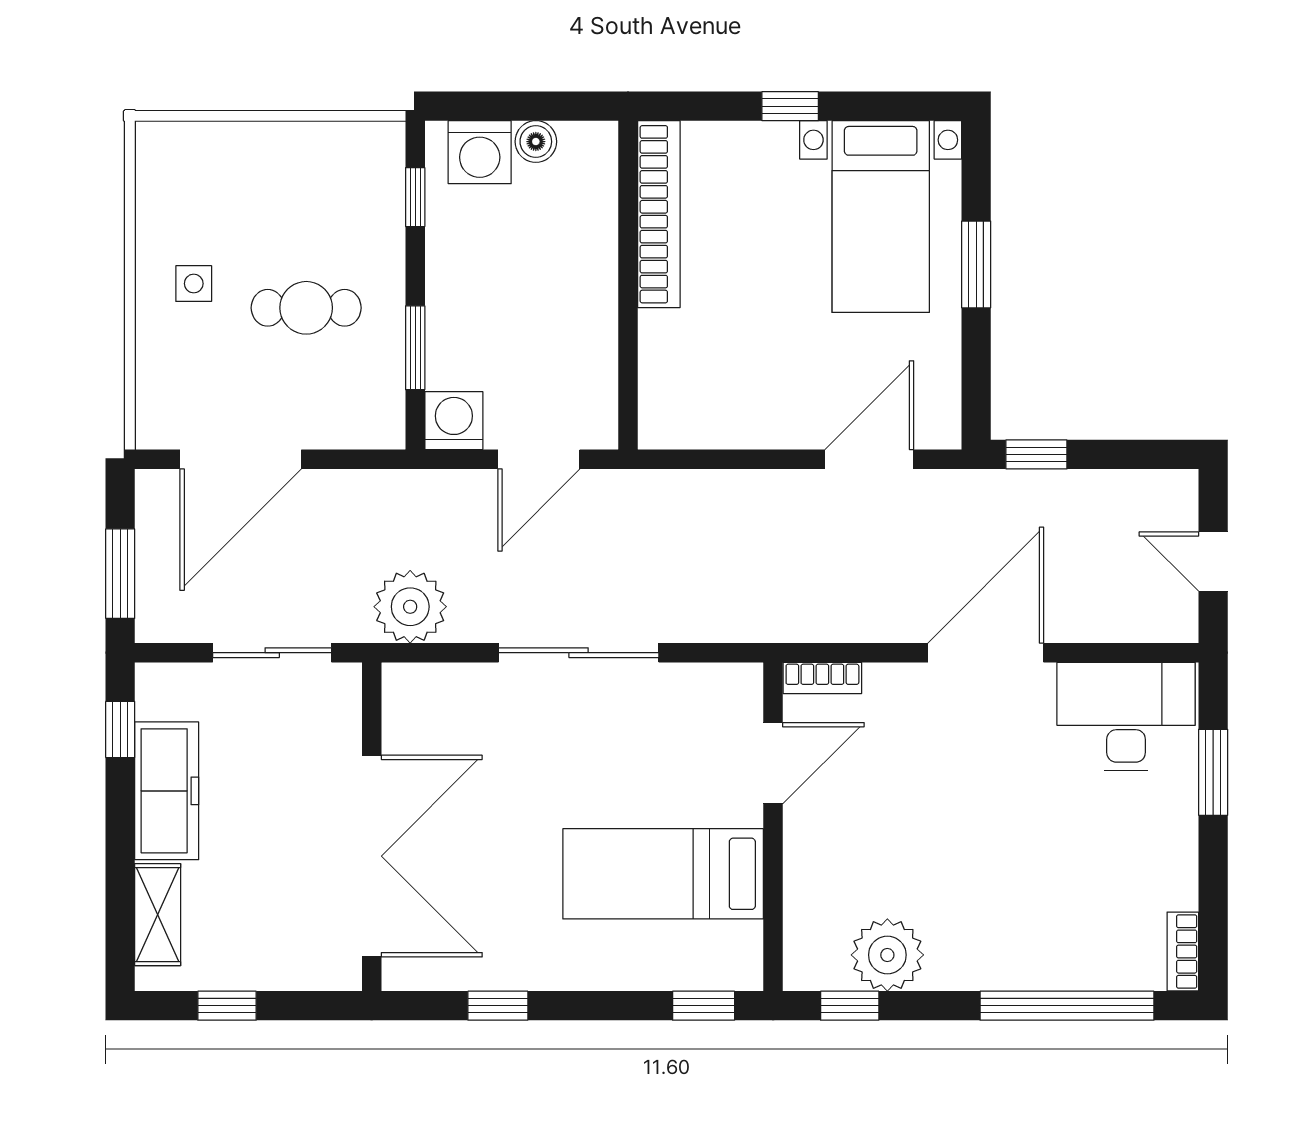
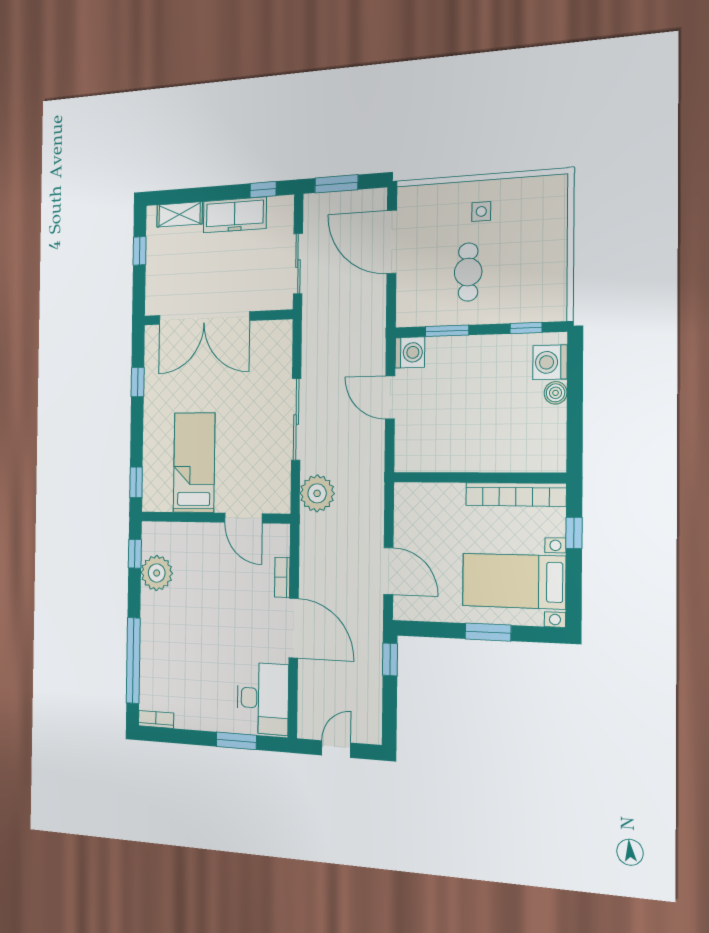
bookcase: (659, 214) -> (516, 495), moved
wall: (628, 285) -> (478, 478), moved
plant: (410, 607) -> (317, 493), moved
bookcase: (822, 678) -> (282, 577), moved

